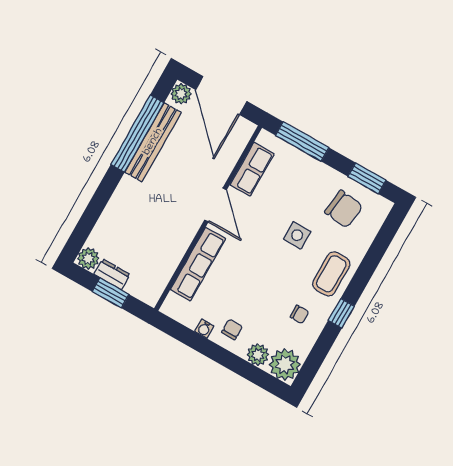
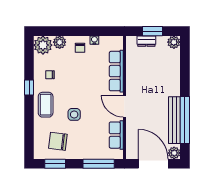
dresser: (112, 274) -> (146, 41), moved

